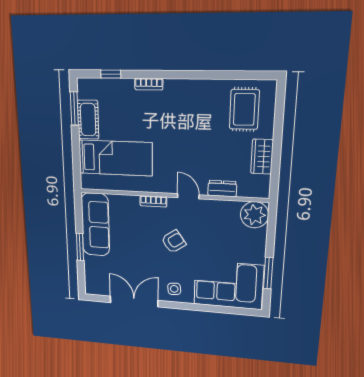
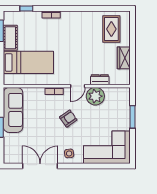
door: (188, 196) -> (78, 86), swing flipped
plant: (254, 215) -> (95, 96), moved
window: (268, 273) -> (133, 117), moved

